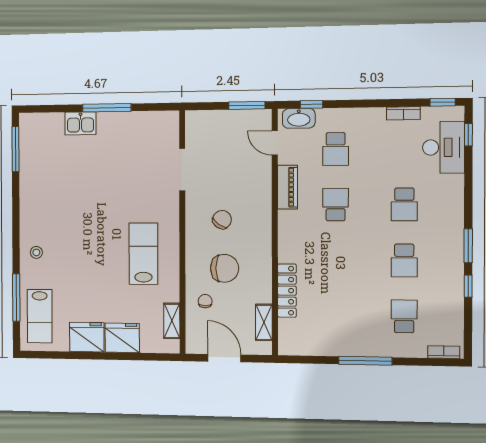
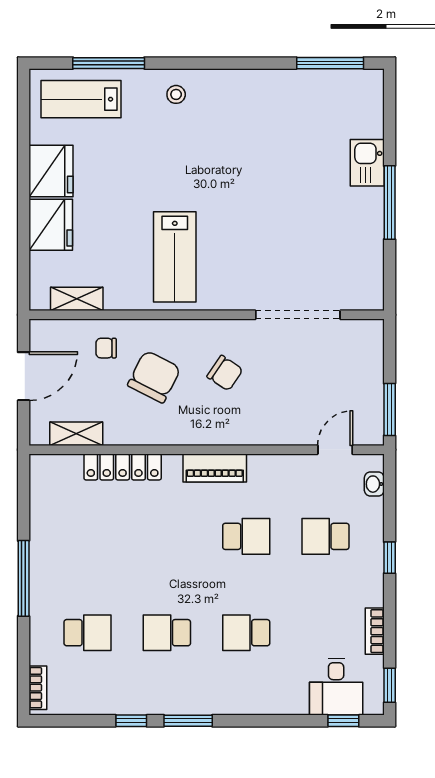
window: (311, 104) -> (390, 558), moved
washbasin: (299, 118) -> (374, 484), width x0.52, depth x0.69
desk: (443, 147) -> (336, 687), width x0.73
doorway: (182, 170) -> (298, 315), width x1.36
piano: (288, 187) -> (215, 468), moved
lab bench: (143, 254) -> (175, 257), turned 90
chair: (225, 268) -> (154, 377), turned -153
chair: (205, 301) -> (106, 348), turned 180

